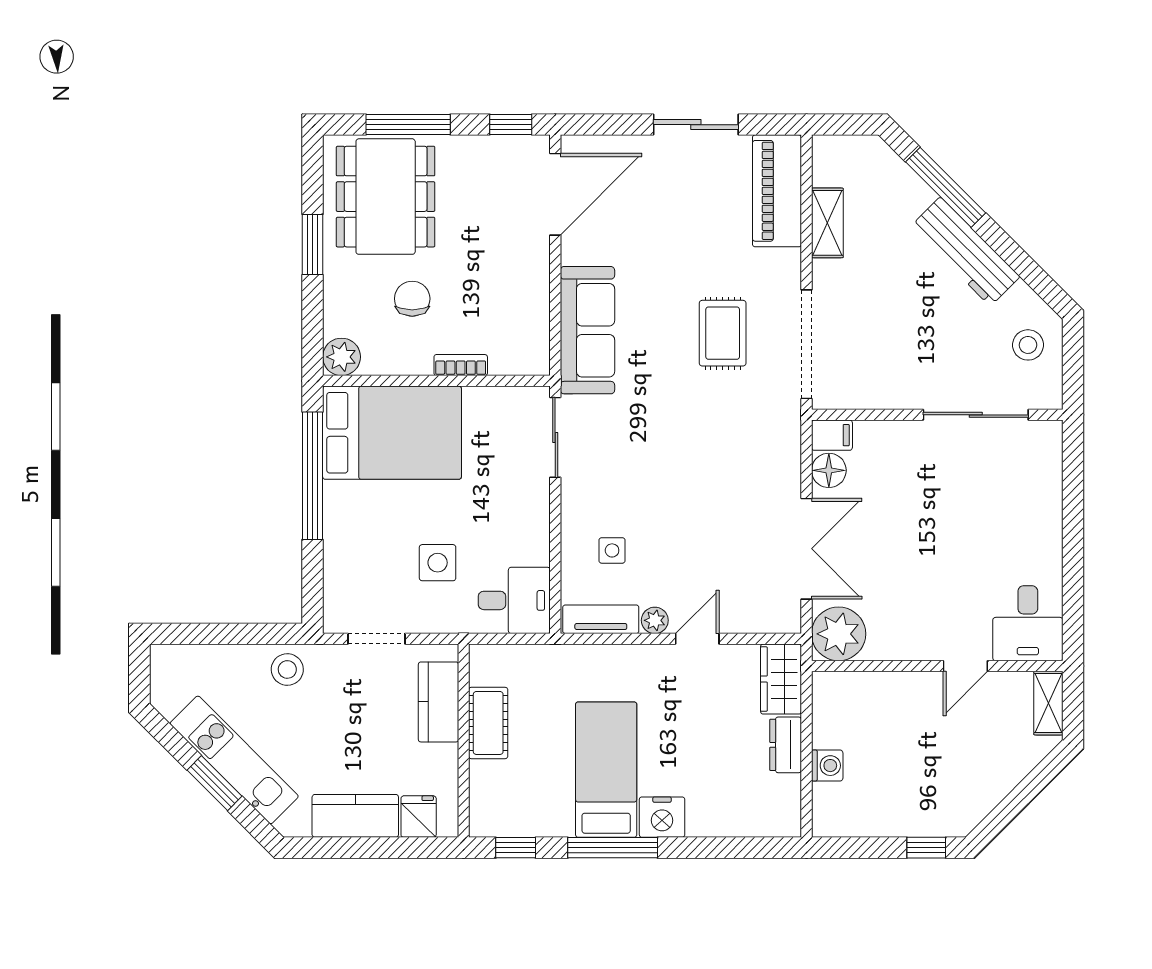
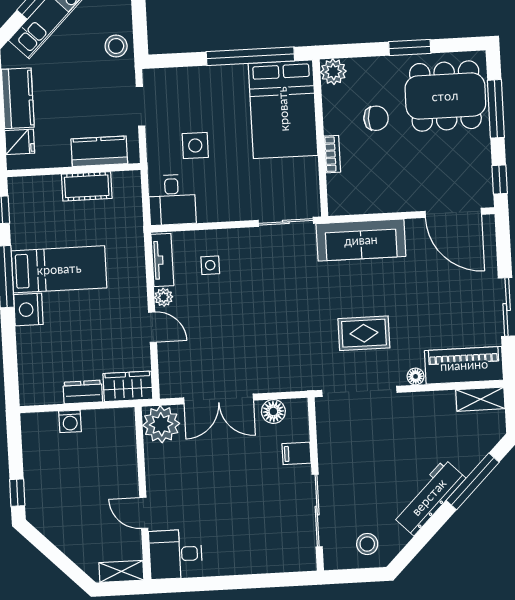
shelving: (827, 223) -> (480, 399), moved
floor lamp: (789, 262) -> (416, 376), added
filing cabinet: (832, 435) -> (296, 453), moved, turned 90

